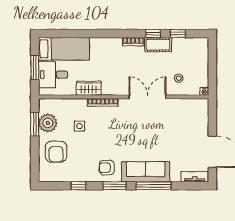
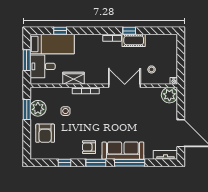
window: (178, 34) -> (60, 31), moved
plant: (199, 108) -> (169, 95), added

